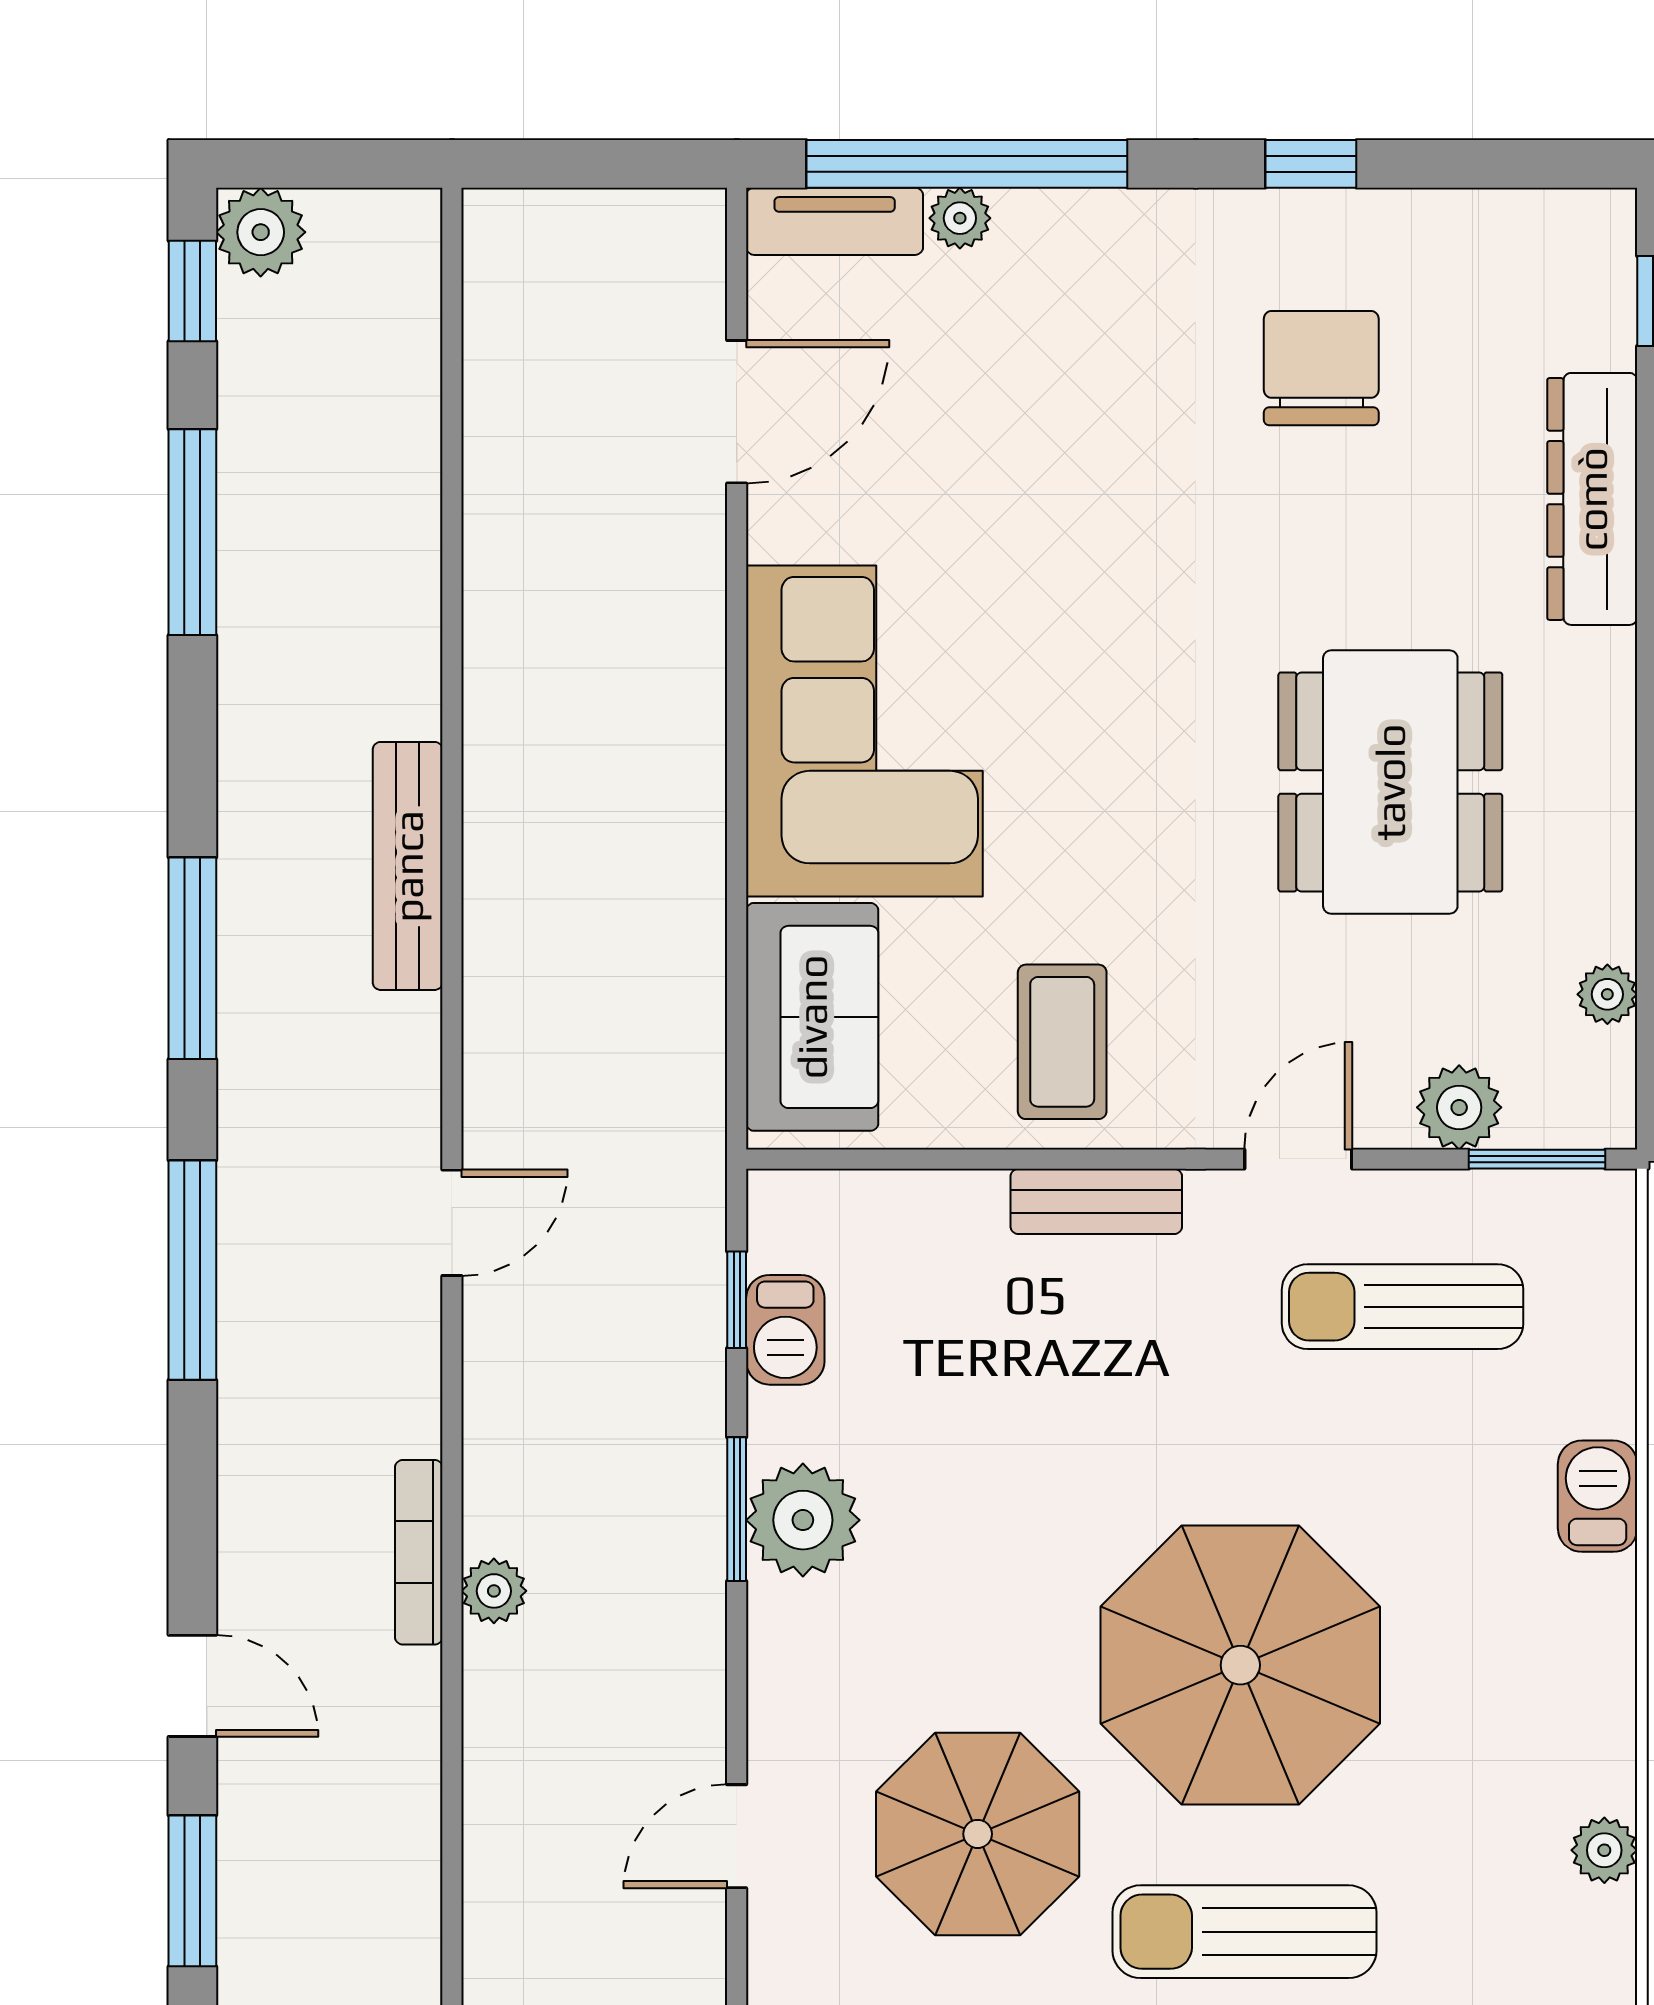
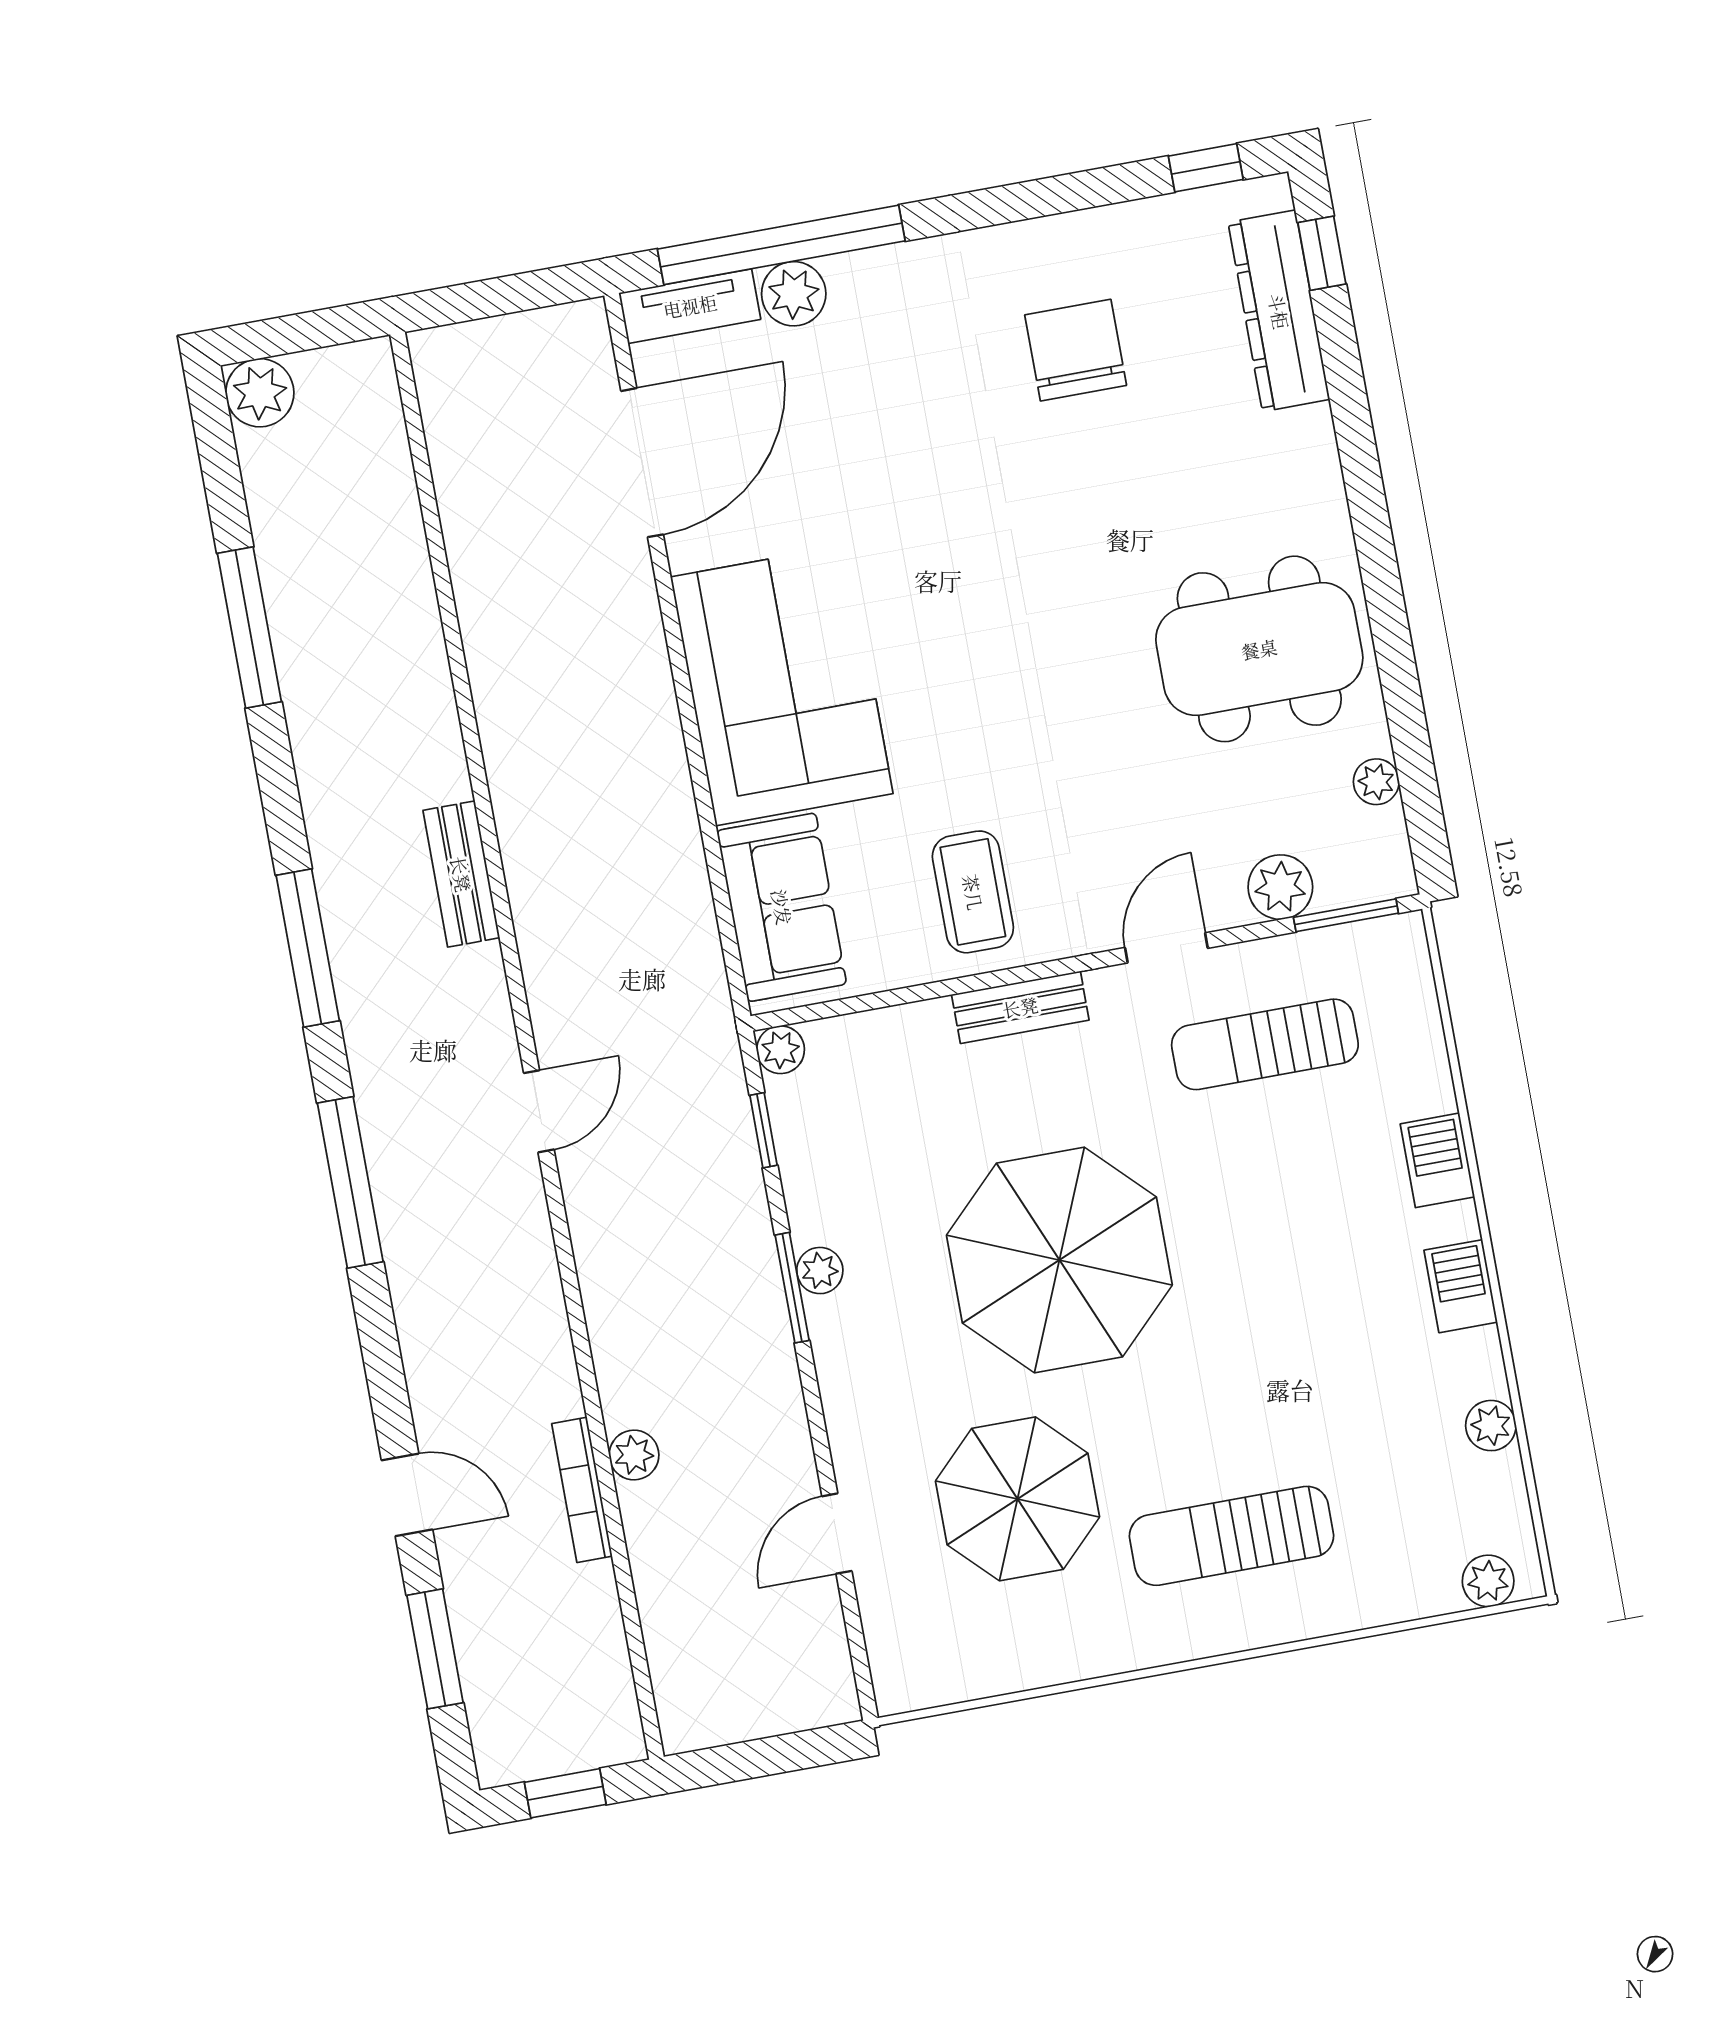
window: (1311, 164) -> (1206, 168), moved
plant: (960, 218) -> (794, 294), width x1.38, depth x1.38
window: (192, 291) -> (216, 446), removed
door: (737, 412) -> (642, 463), width x1.36
dresser: (1592, 499) -> (1279, 311), moved
dining table: (1390, 782) -> (1259, 649), moved, turned 90
bench: (408, 866) -> (461, 874), width x0.73
plant: (778, 1200) -> (781, 1050), added
barbecue: (785, 1330) -> (1461, 1286), moved, turned 180
plant: (803, 1520) -> (820, 1271), width x0.53, depth x0.53
bookcase: (419, 1552) -> (582, 1490), moved
plant: (494, 1591) -> (634, 1455), moved
parasol: (1240, 1665) -> (1059, 1260), moved

